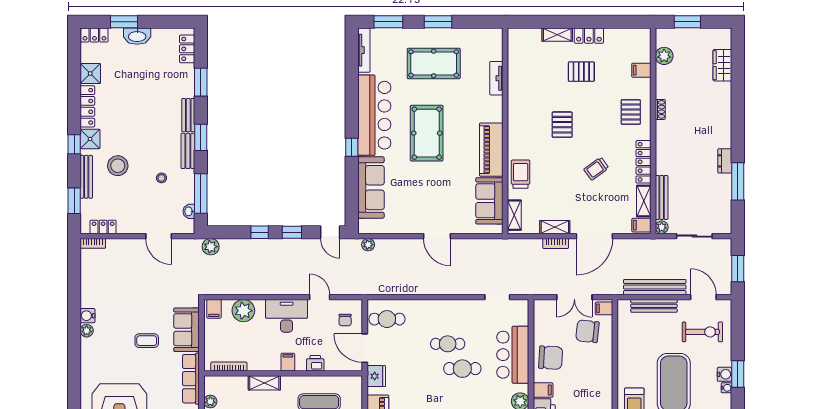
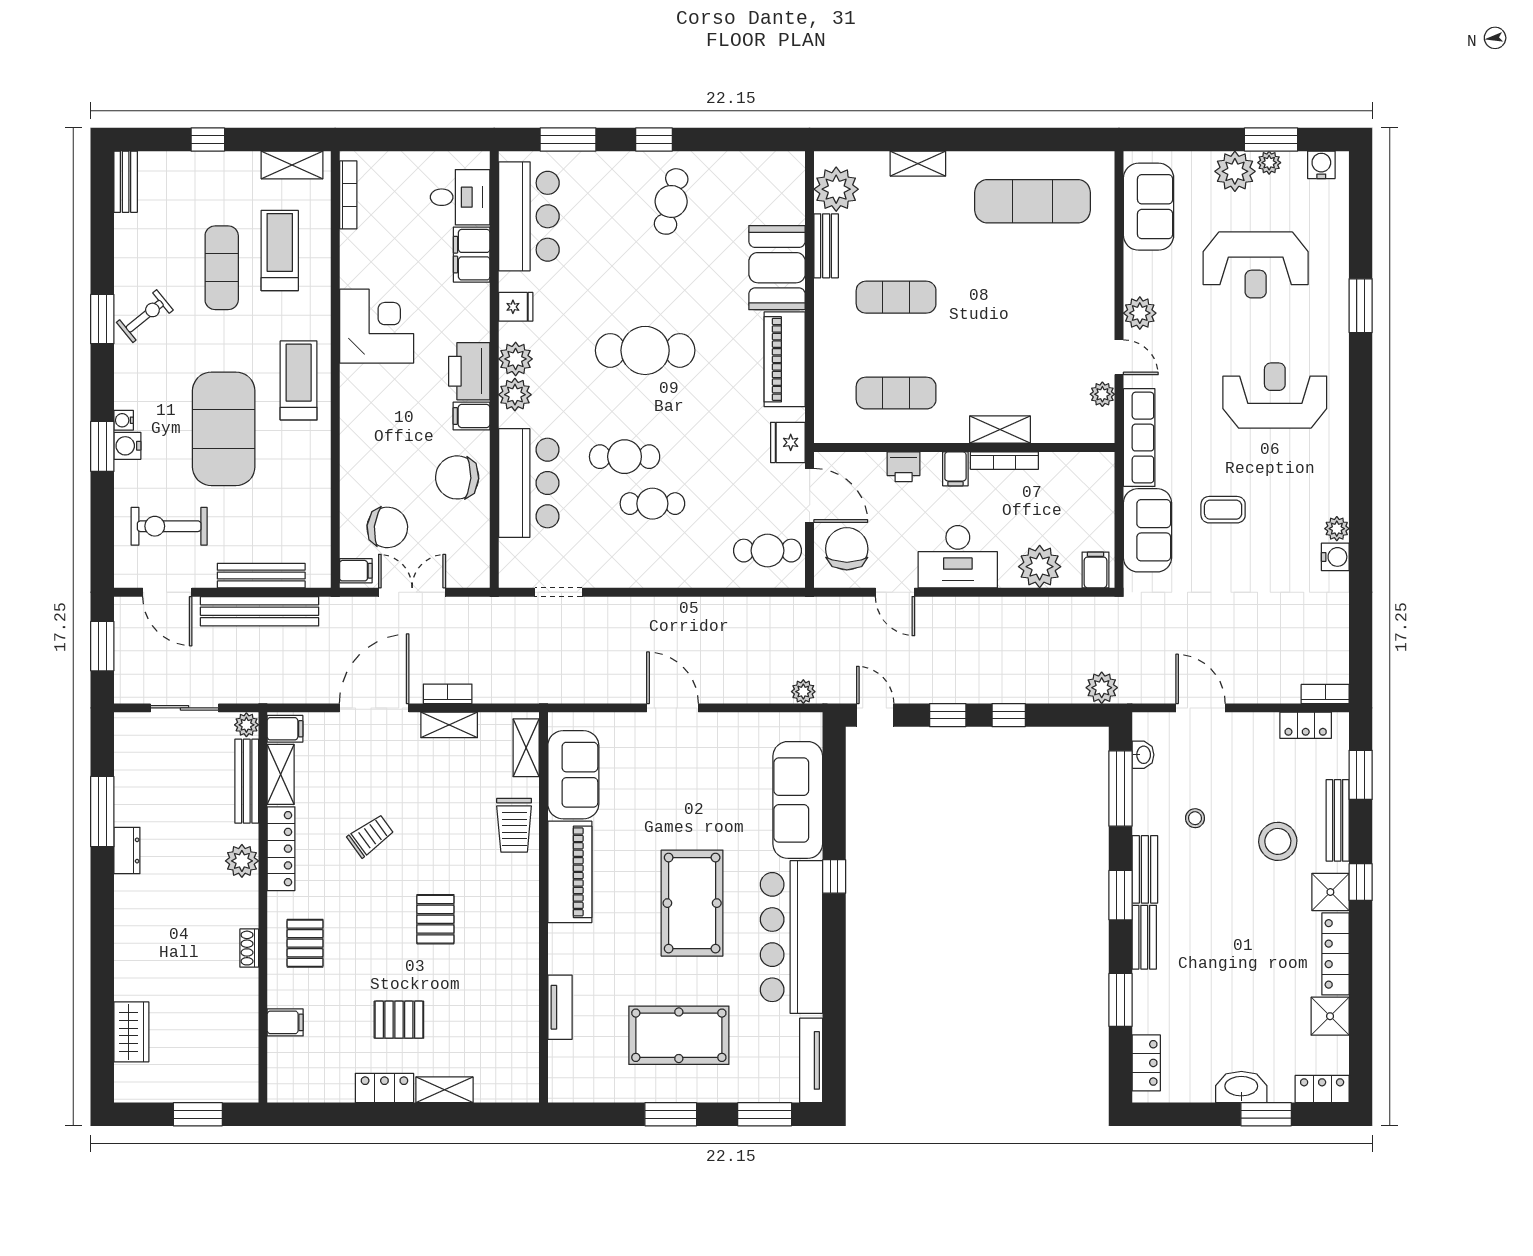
plant: (664, 56) -> (242, 861), moved
chair: (345, 320) -> (847, 549), width x1.87, depth x1.87
bookcase: (229, 367) -> (1004, 461), moved

